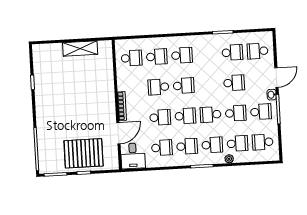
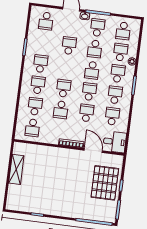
school desk: (232, 52) -> (41, 64), moved
school desk: (132, 58) -> (32, 128), turned 180
school desk: (236, 113) -> (95, 49), turned 180

